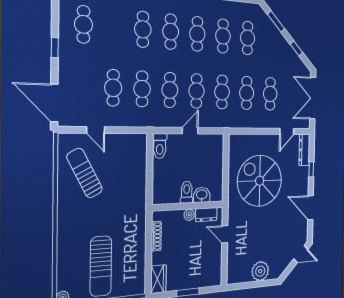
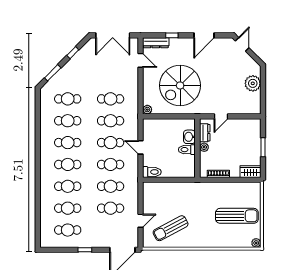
cafe table: (270, 94) -> (68, 208), moved
plant: (234, 140) -> (147, 110), added

